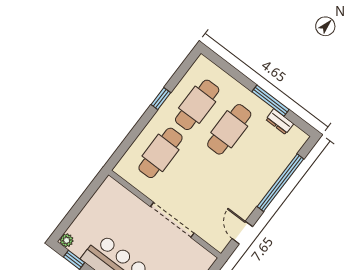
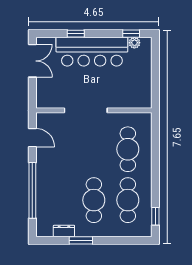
window: (161, 99) -> (155, 216), moved
window: (270, 101) -> (81, 240), width x0.69
plant: (67, 240) -> (134, 43), moved

